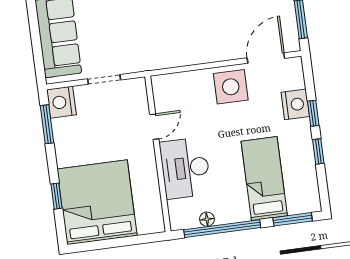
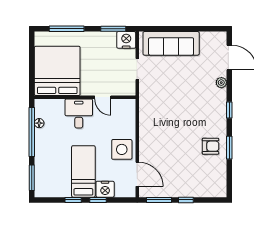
desk: (185, 168) -> (79, 114), width x0.73
bed: (264, 178) -> (83, 171), moved, turned -90
window: (56, 196) -> (67, 29), width x2.17
bed: (97, 202) -> (57, 71), moved, turned -90

